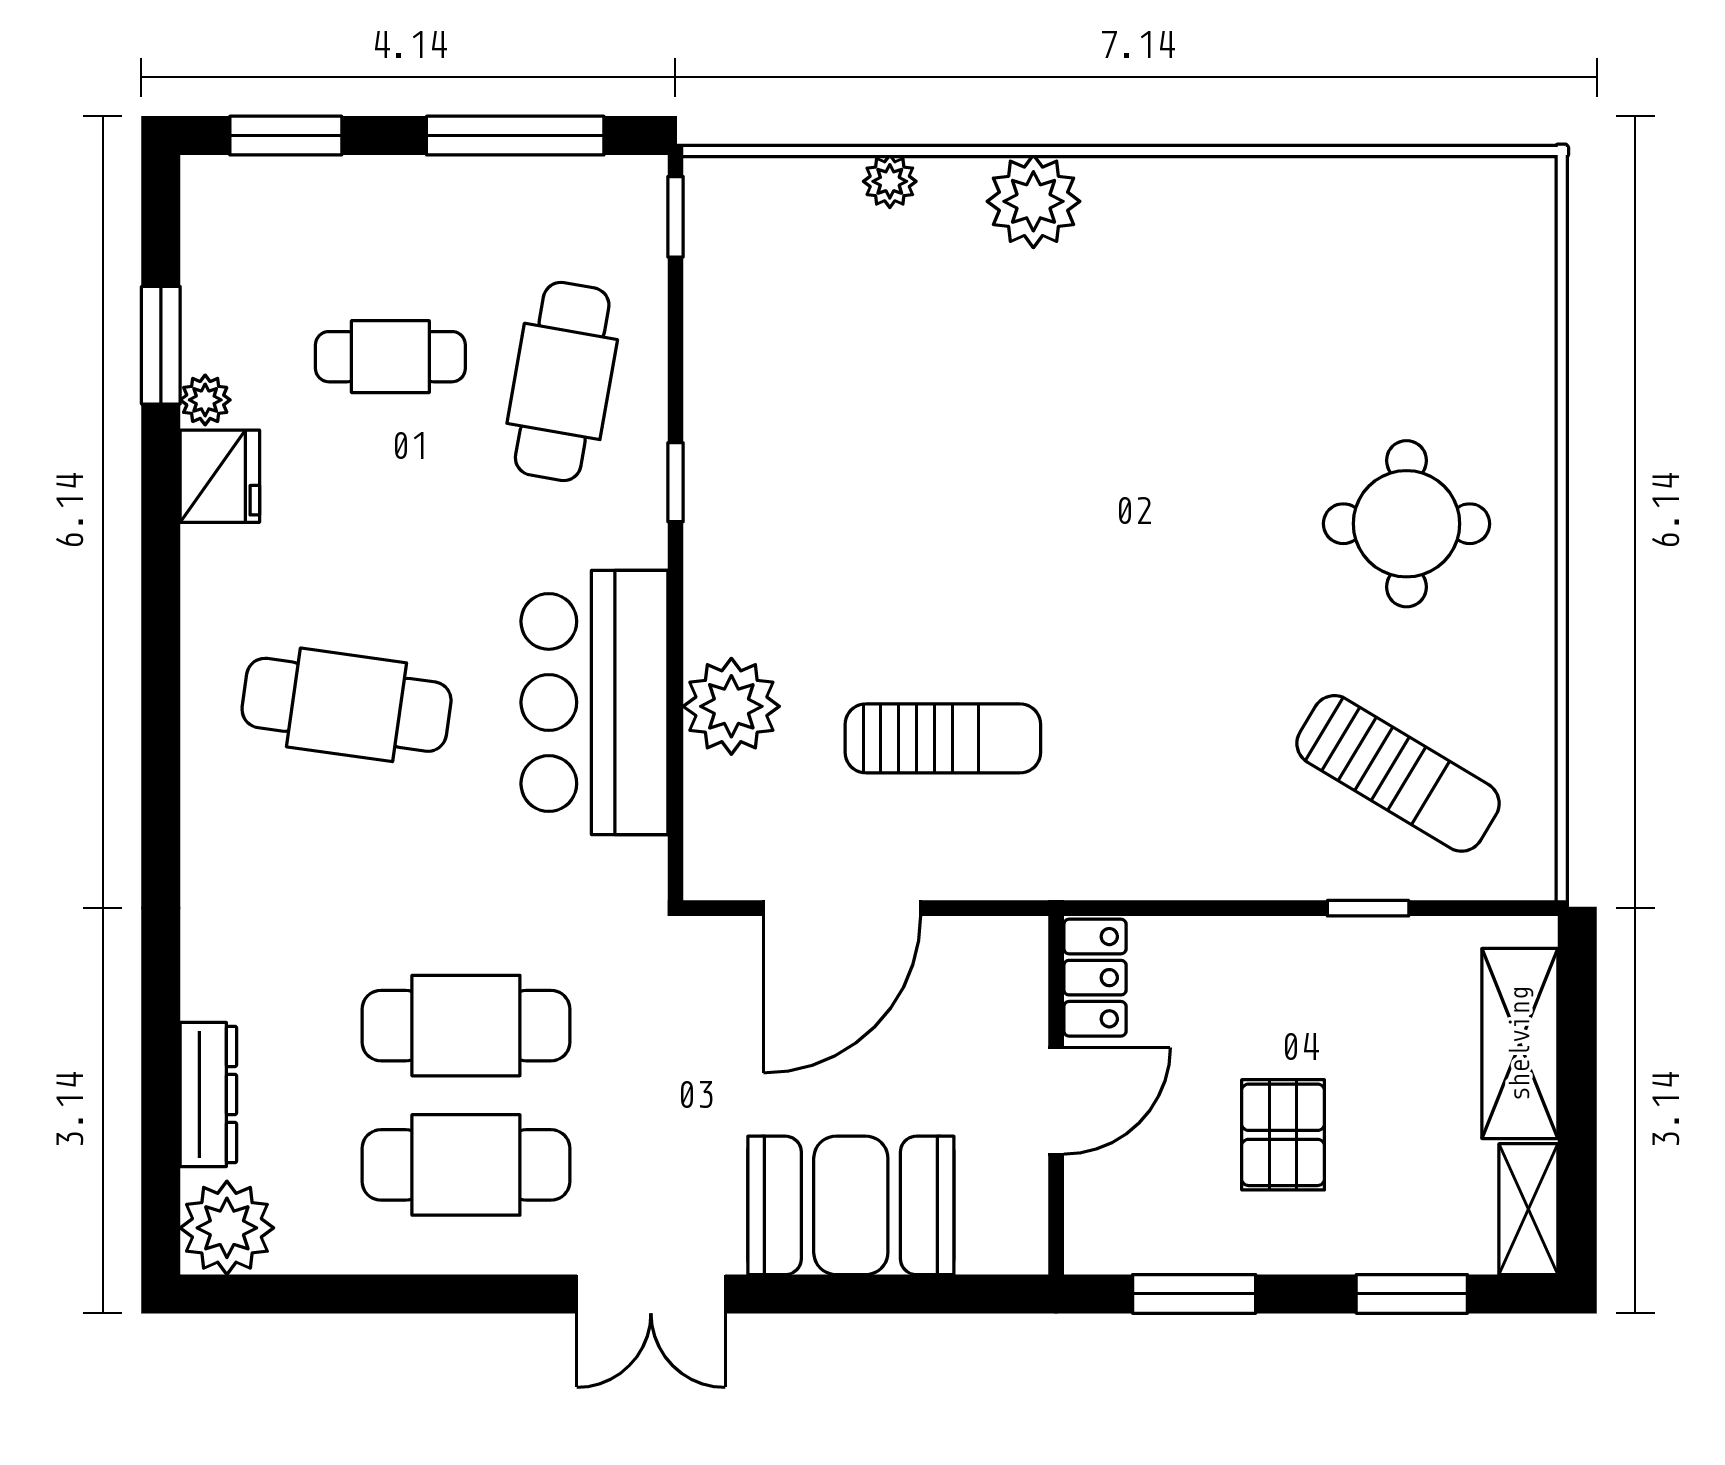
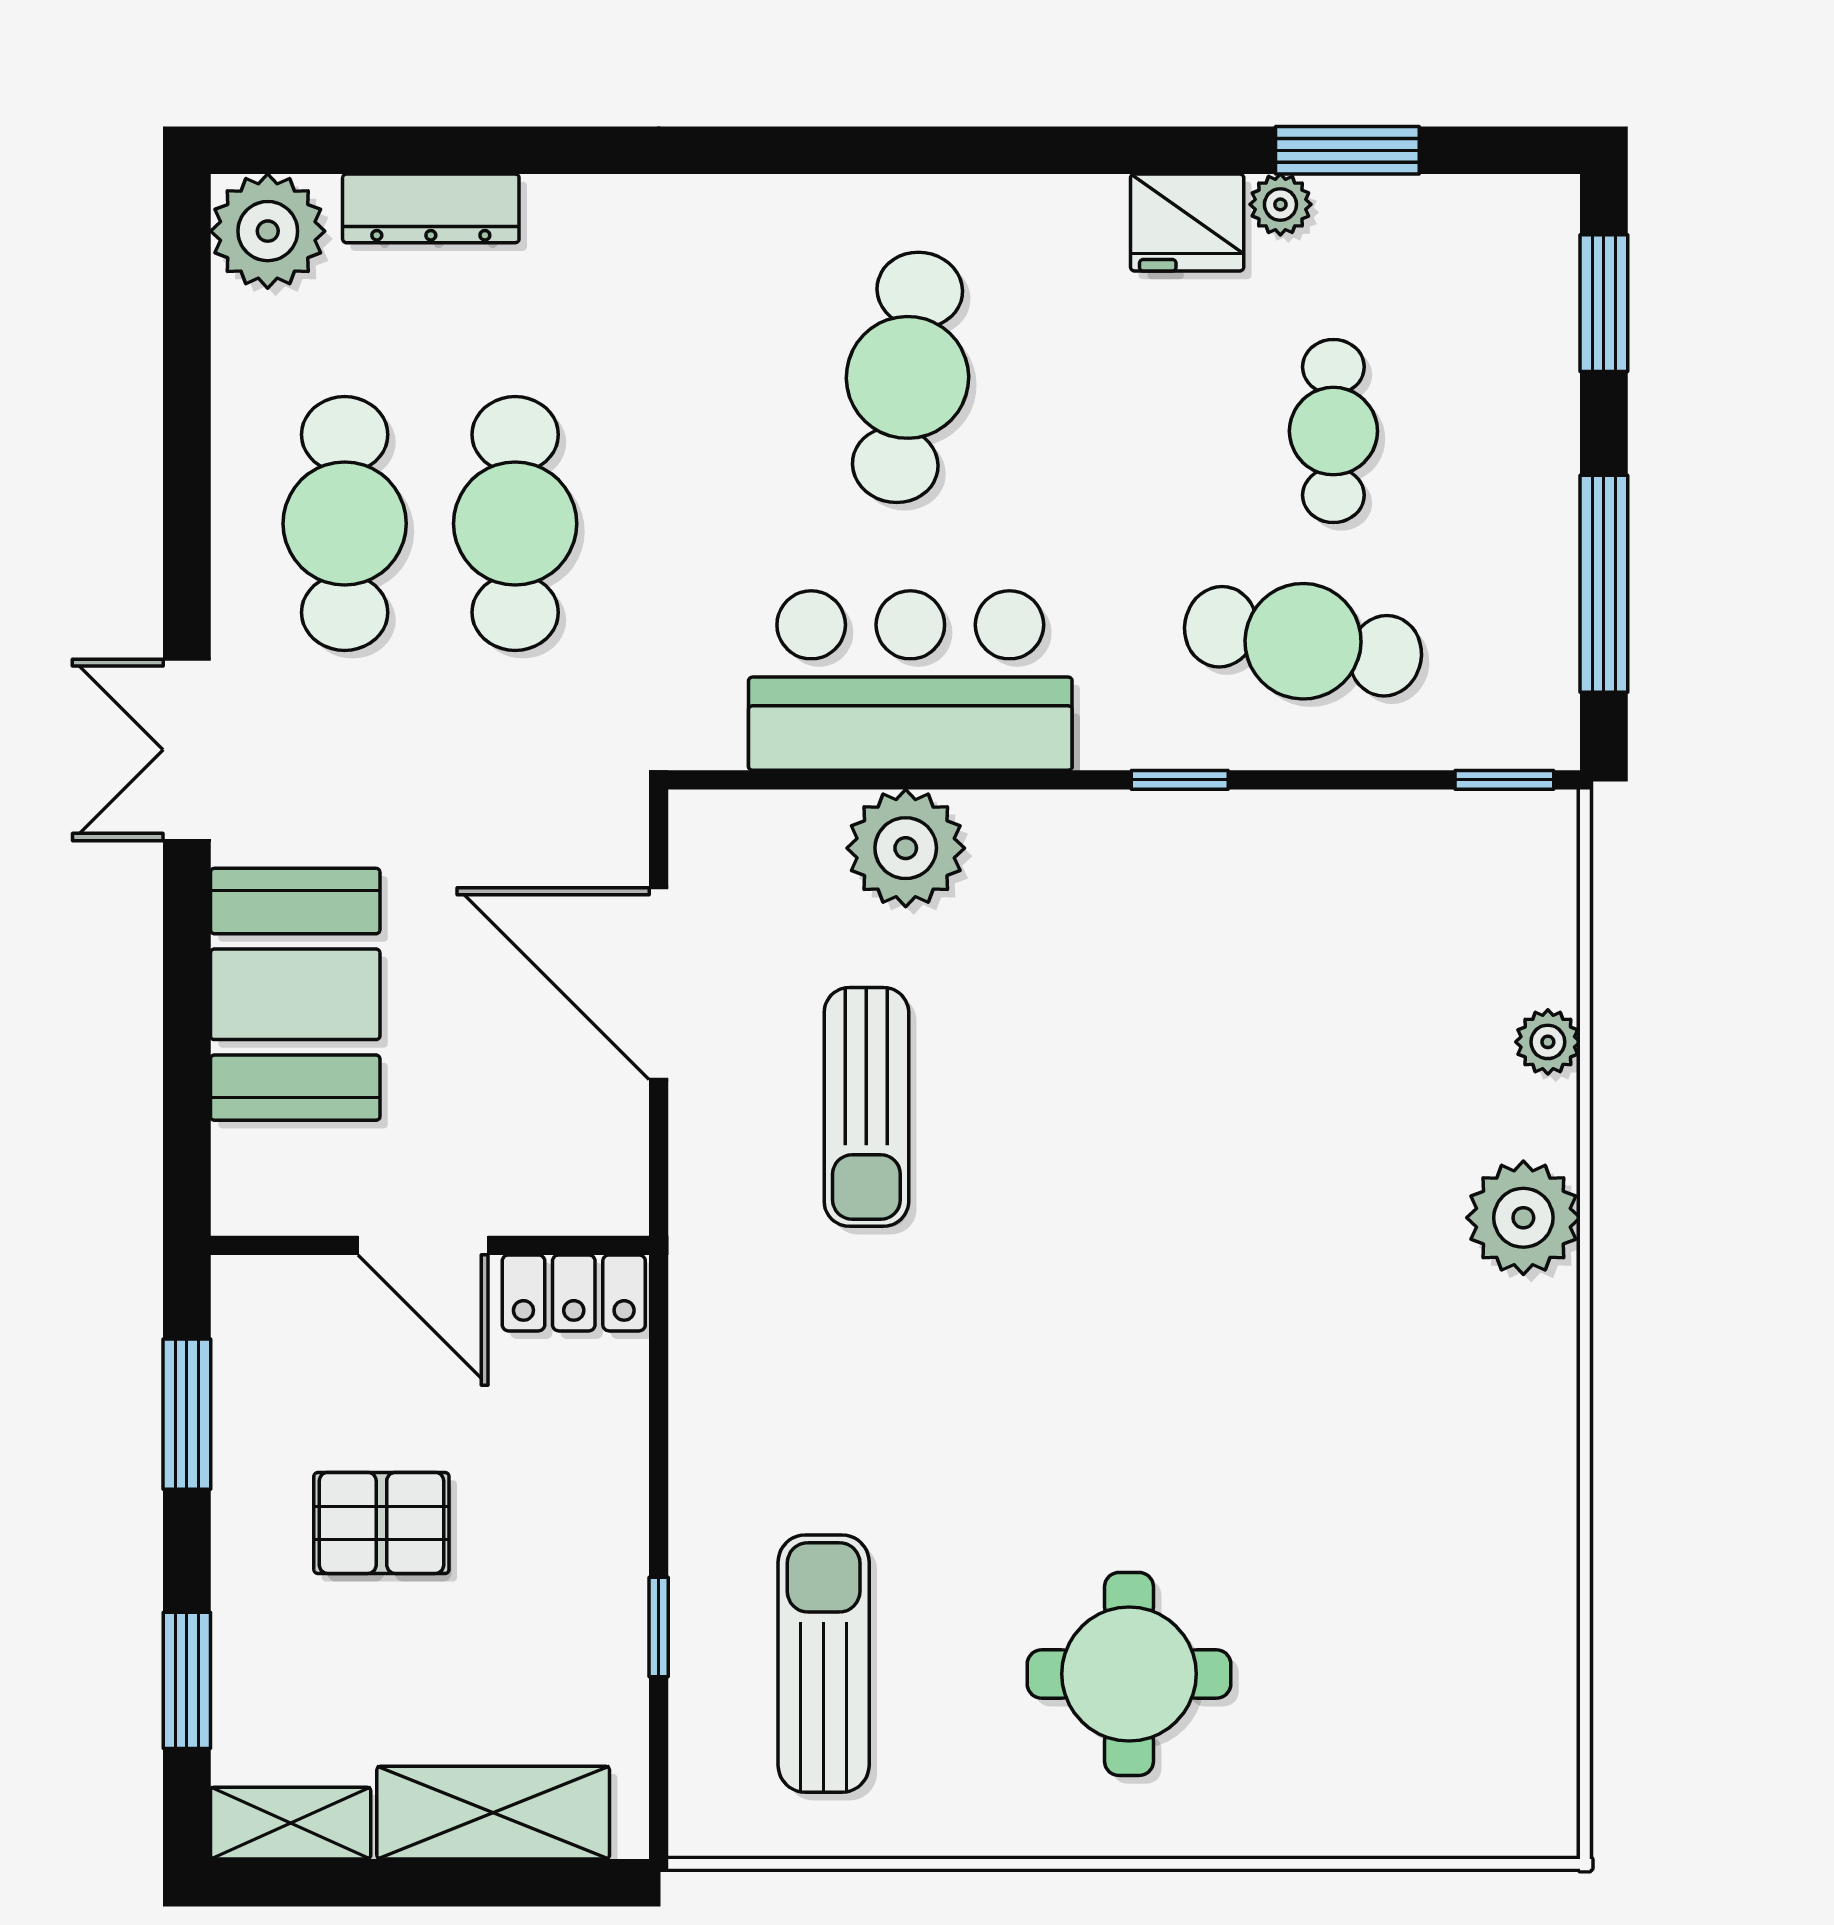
sun lounger: (1398, 773) -> (824, 1664), turned 149

